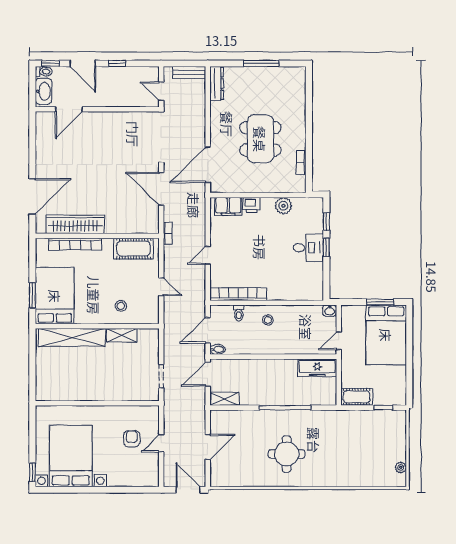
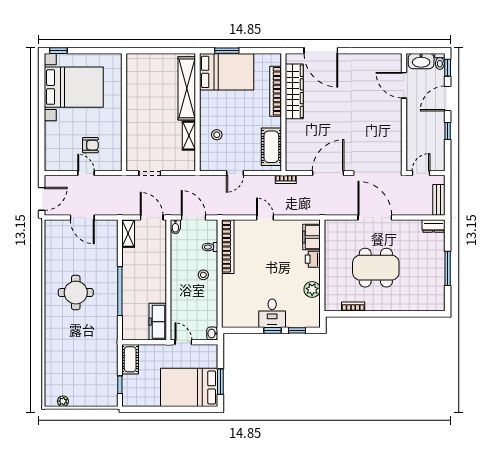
dresser: (217, 83) -> (433, 226), width x0.70
door: (208, 165) -> (375, 217), moved

